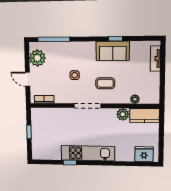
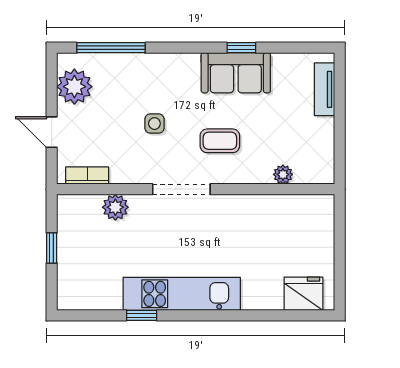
plant: (123, 114) -> (115, 207), moved
kitchen counter: (144, 116) -> (304, 210), removed

